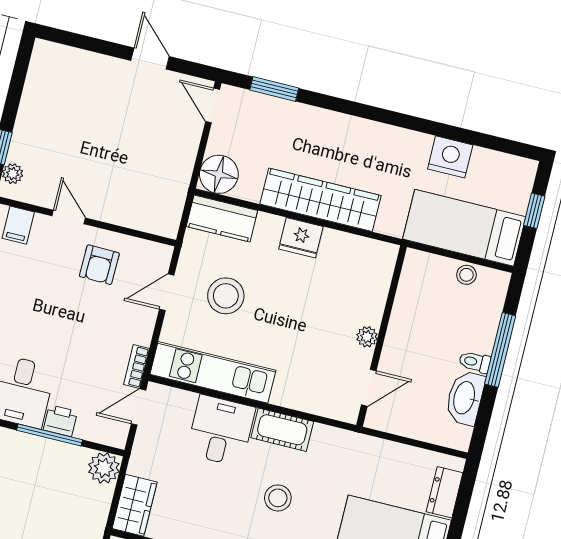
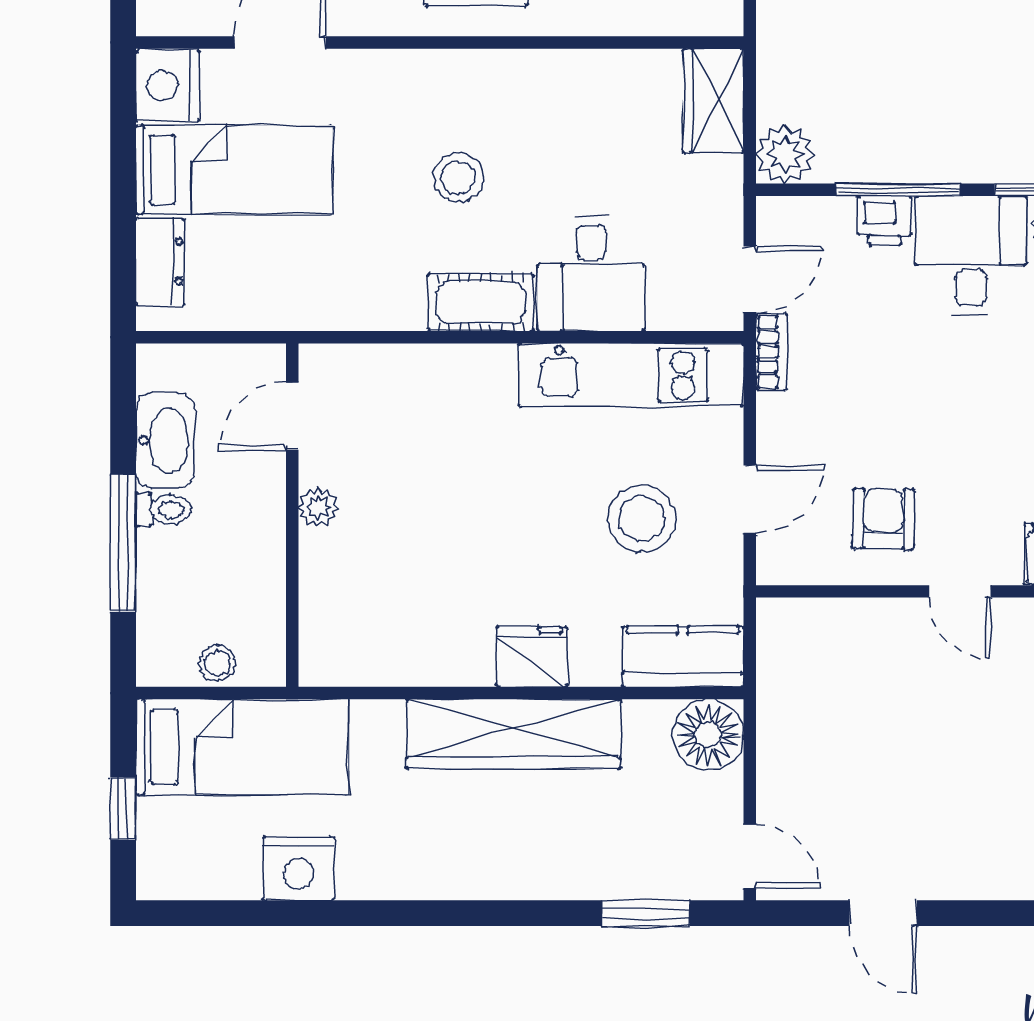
wall: (381, 336) -> (292, 515), moved
plant: (367, 337) -> (318, 507), moved
door: (369, 388) -> (292, 416), moved

